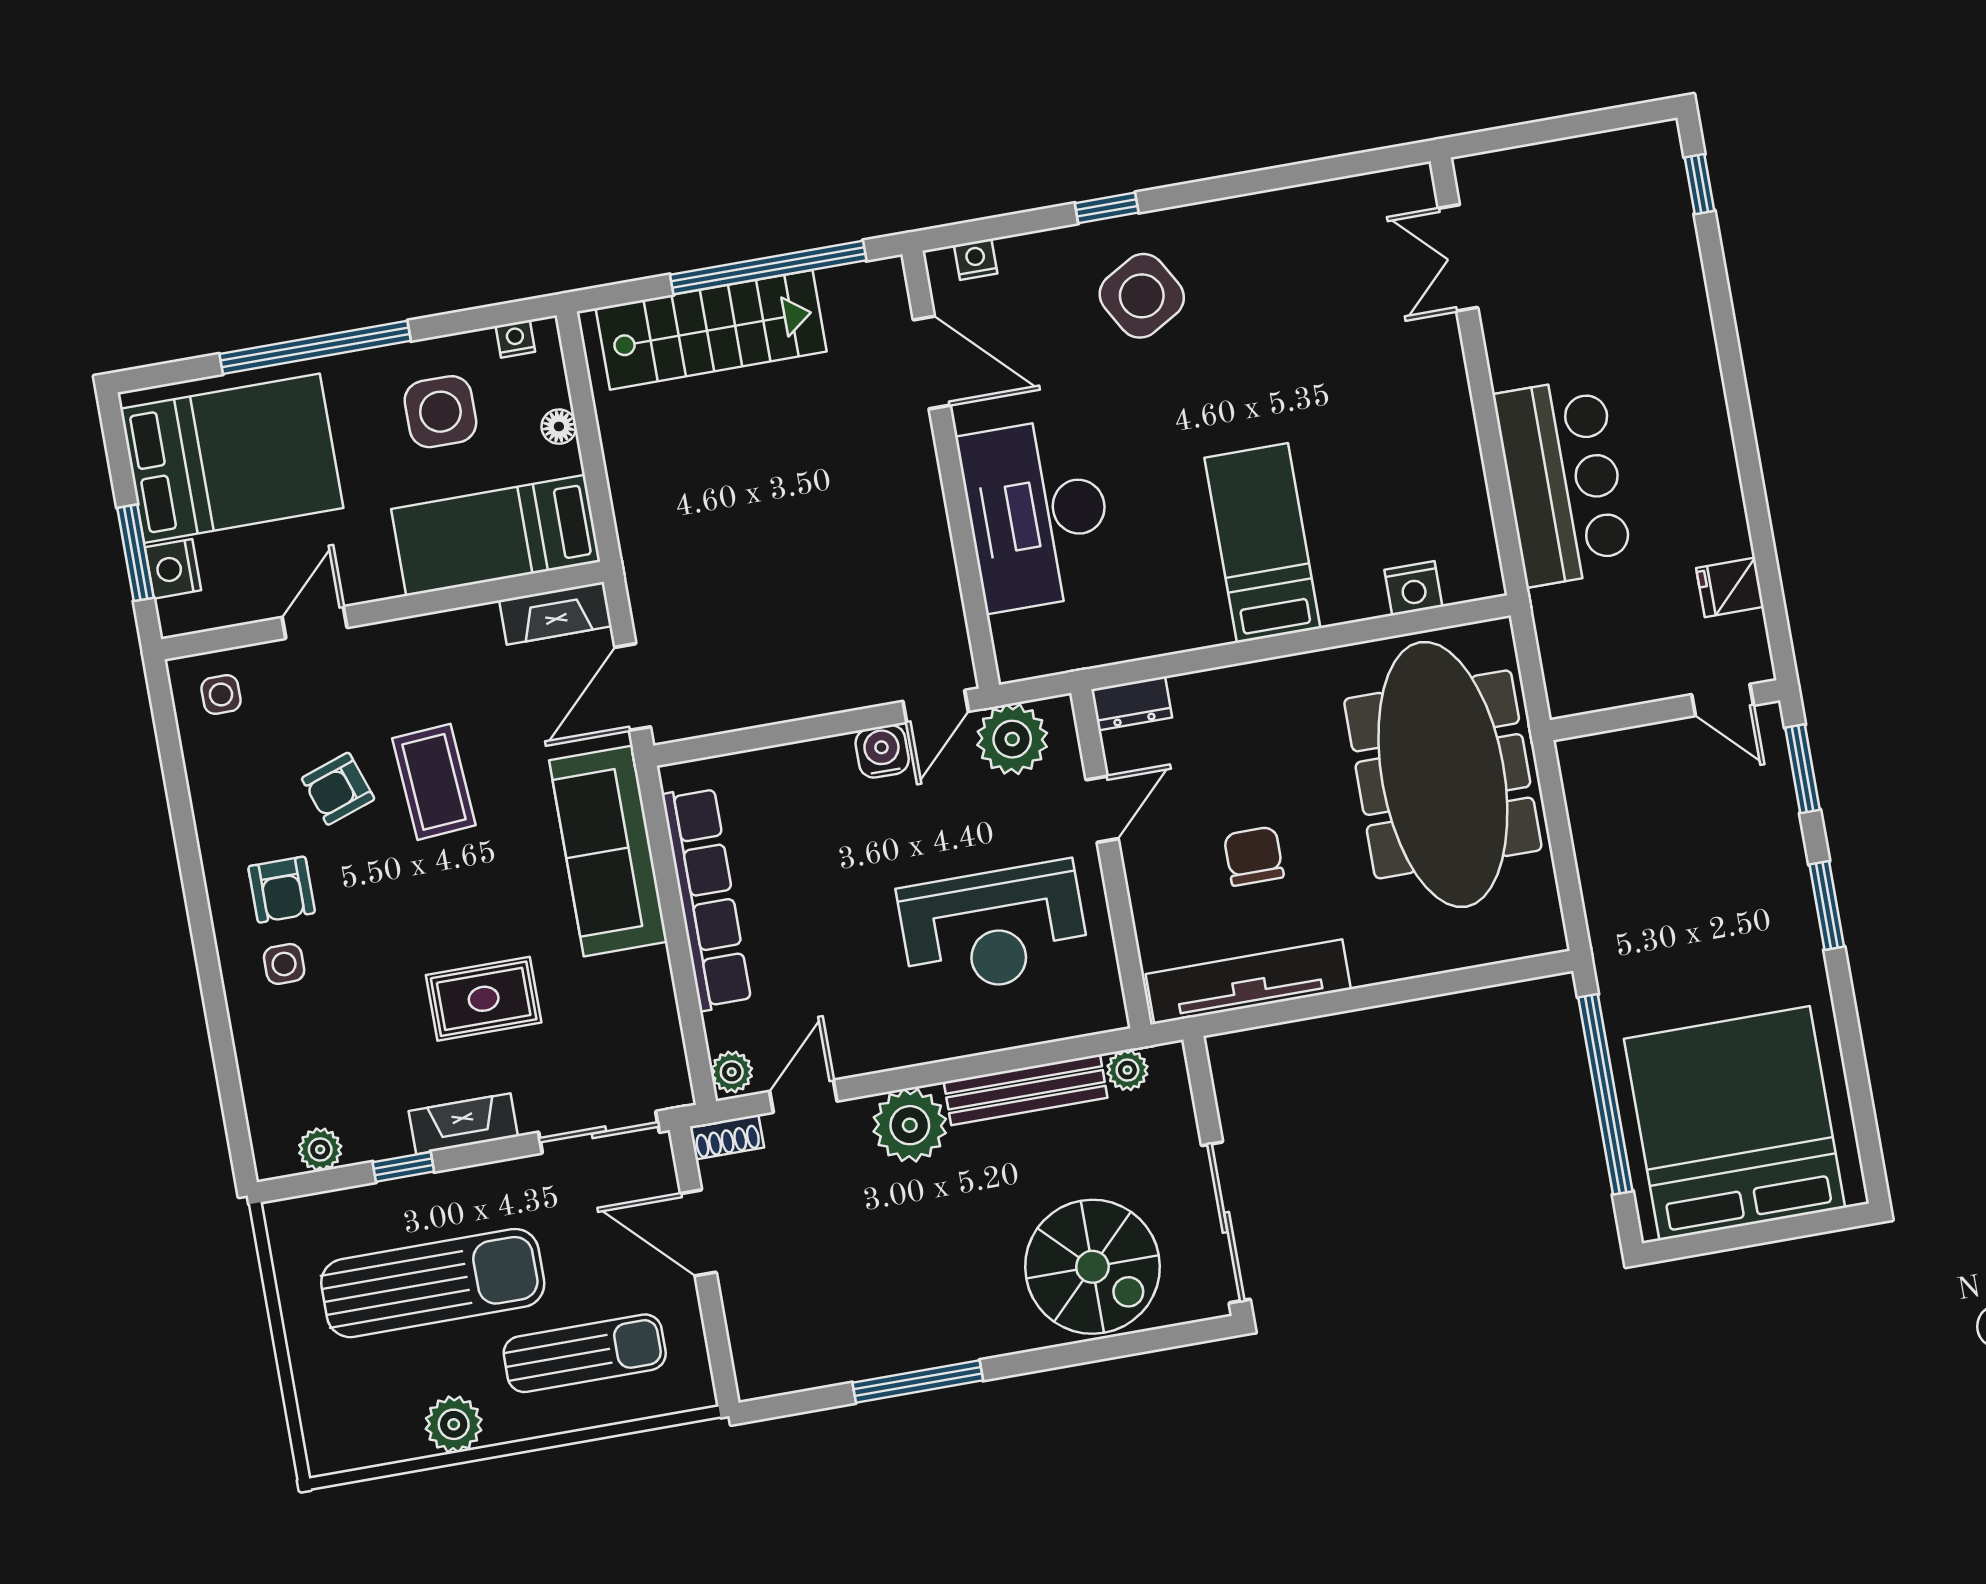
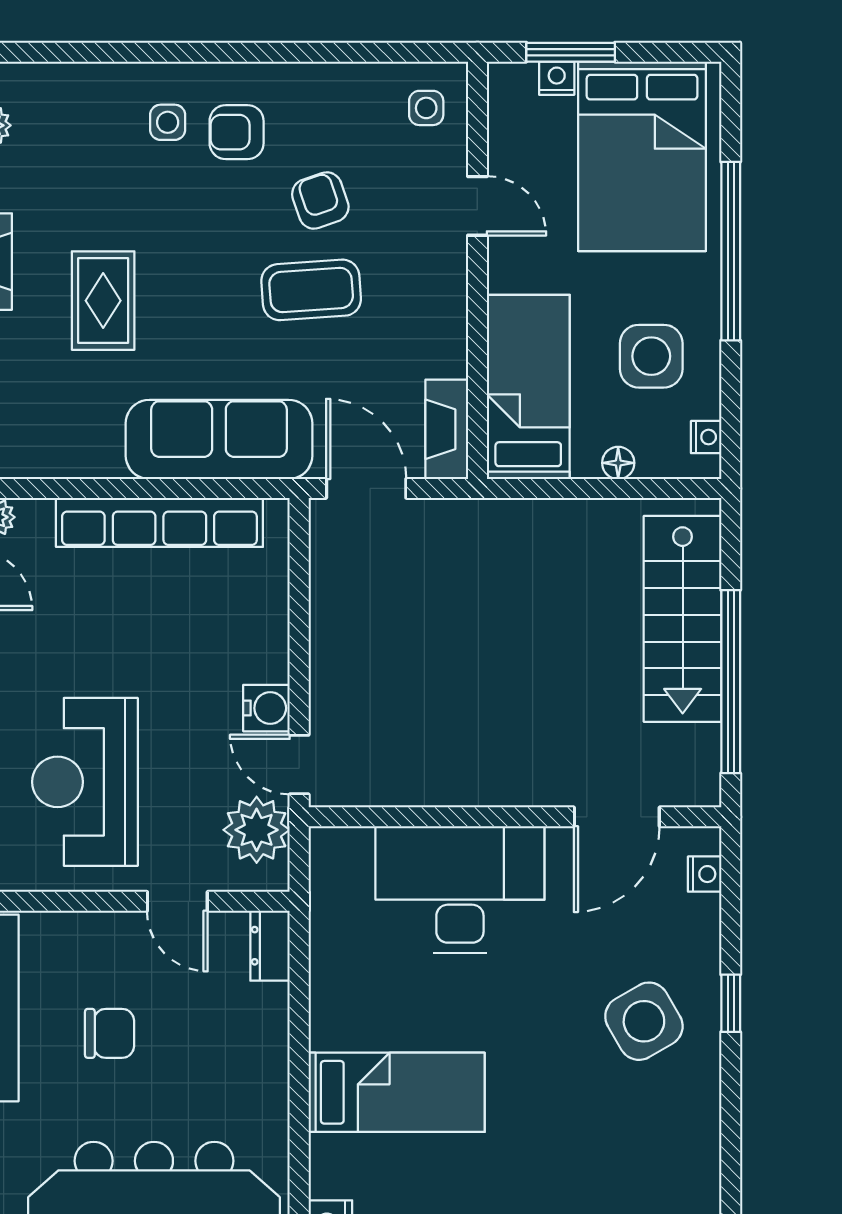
nightstand: (173, 569) -> (557, 78), width x0.72, depth x0.74

